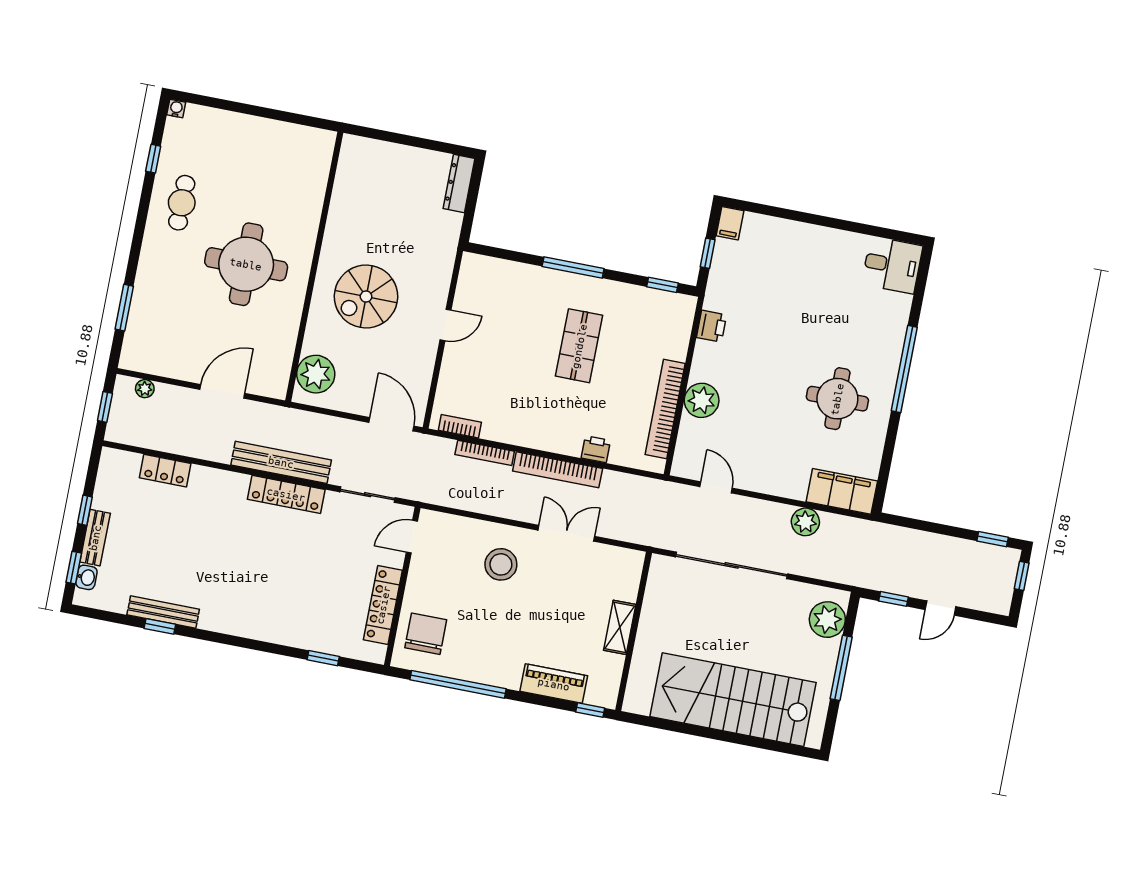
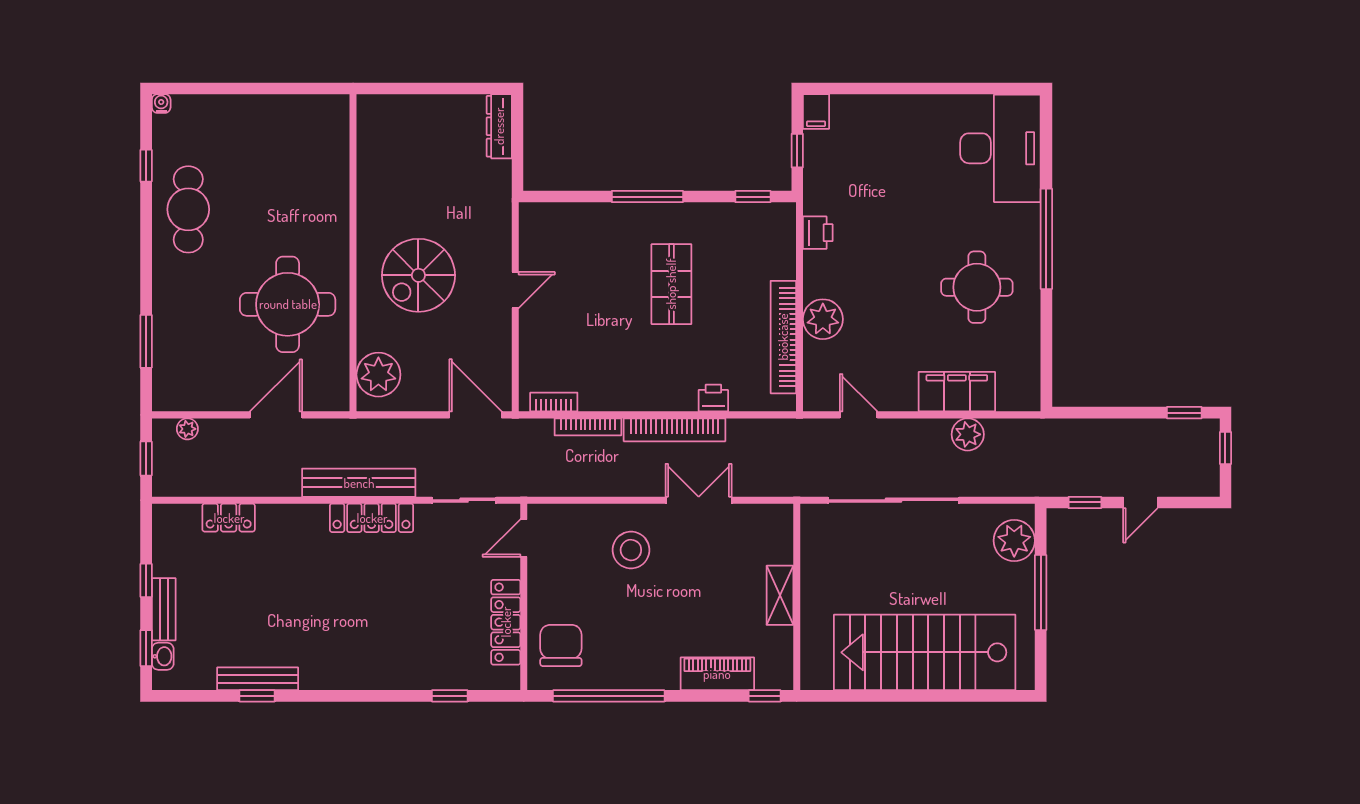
cafe table: (182, 203) -> (188, 209), width x1.37, depth x1.35
round table: (246, 264) -> (288, 304), moved
desk: (892, 265) -> (1000, 148), width x1.87, depth x1.30
filing cabinet: (842, 491) -> (957, 392), moved

